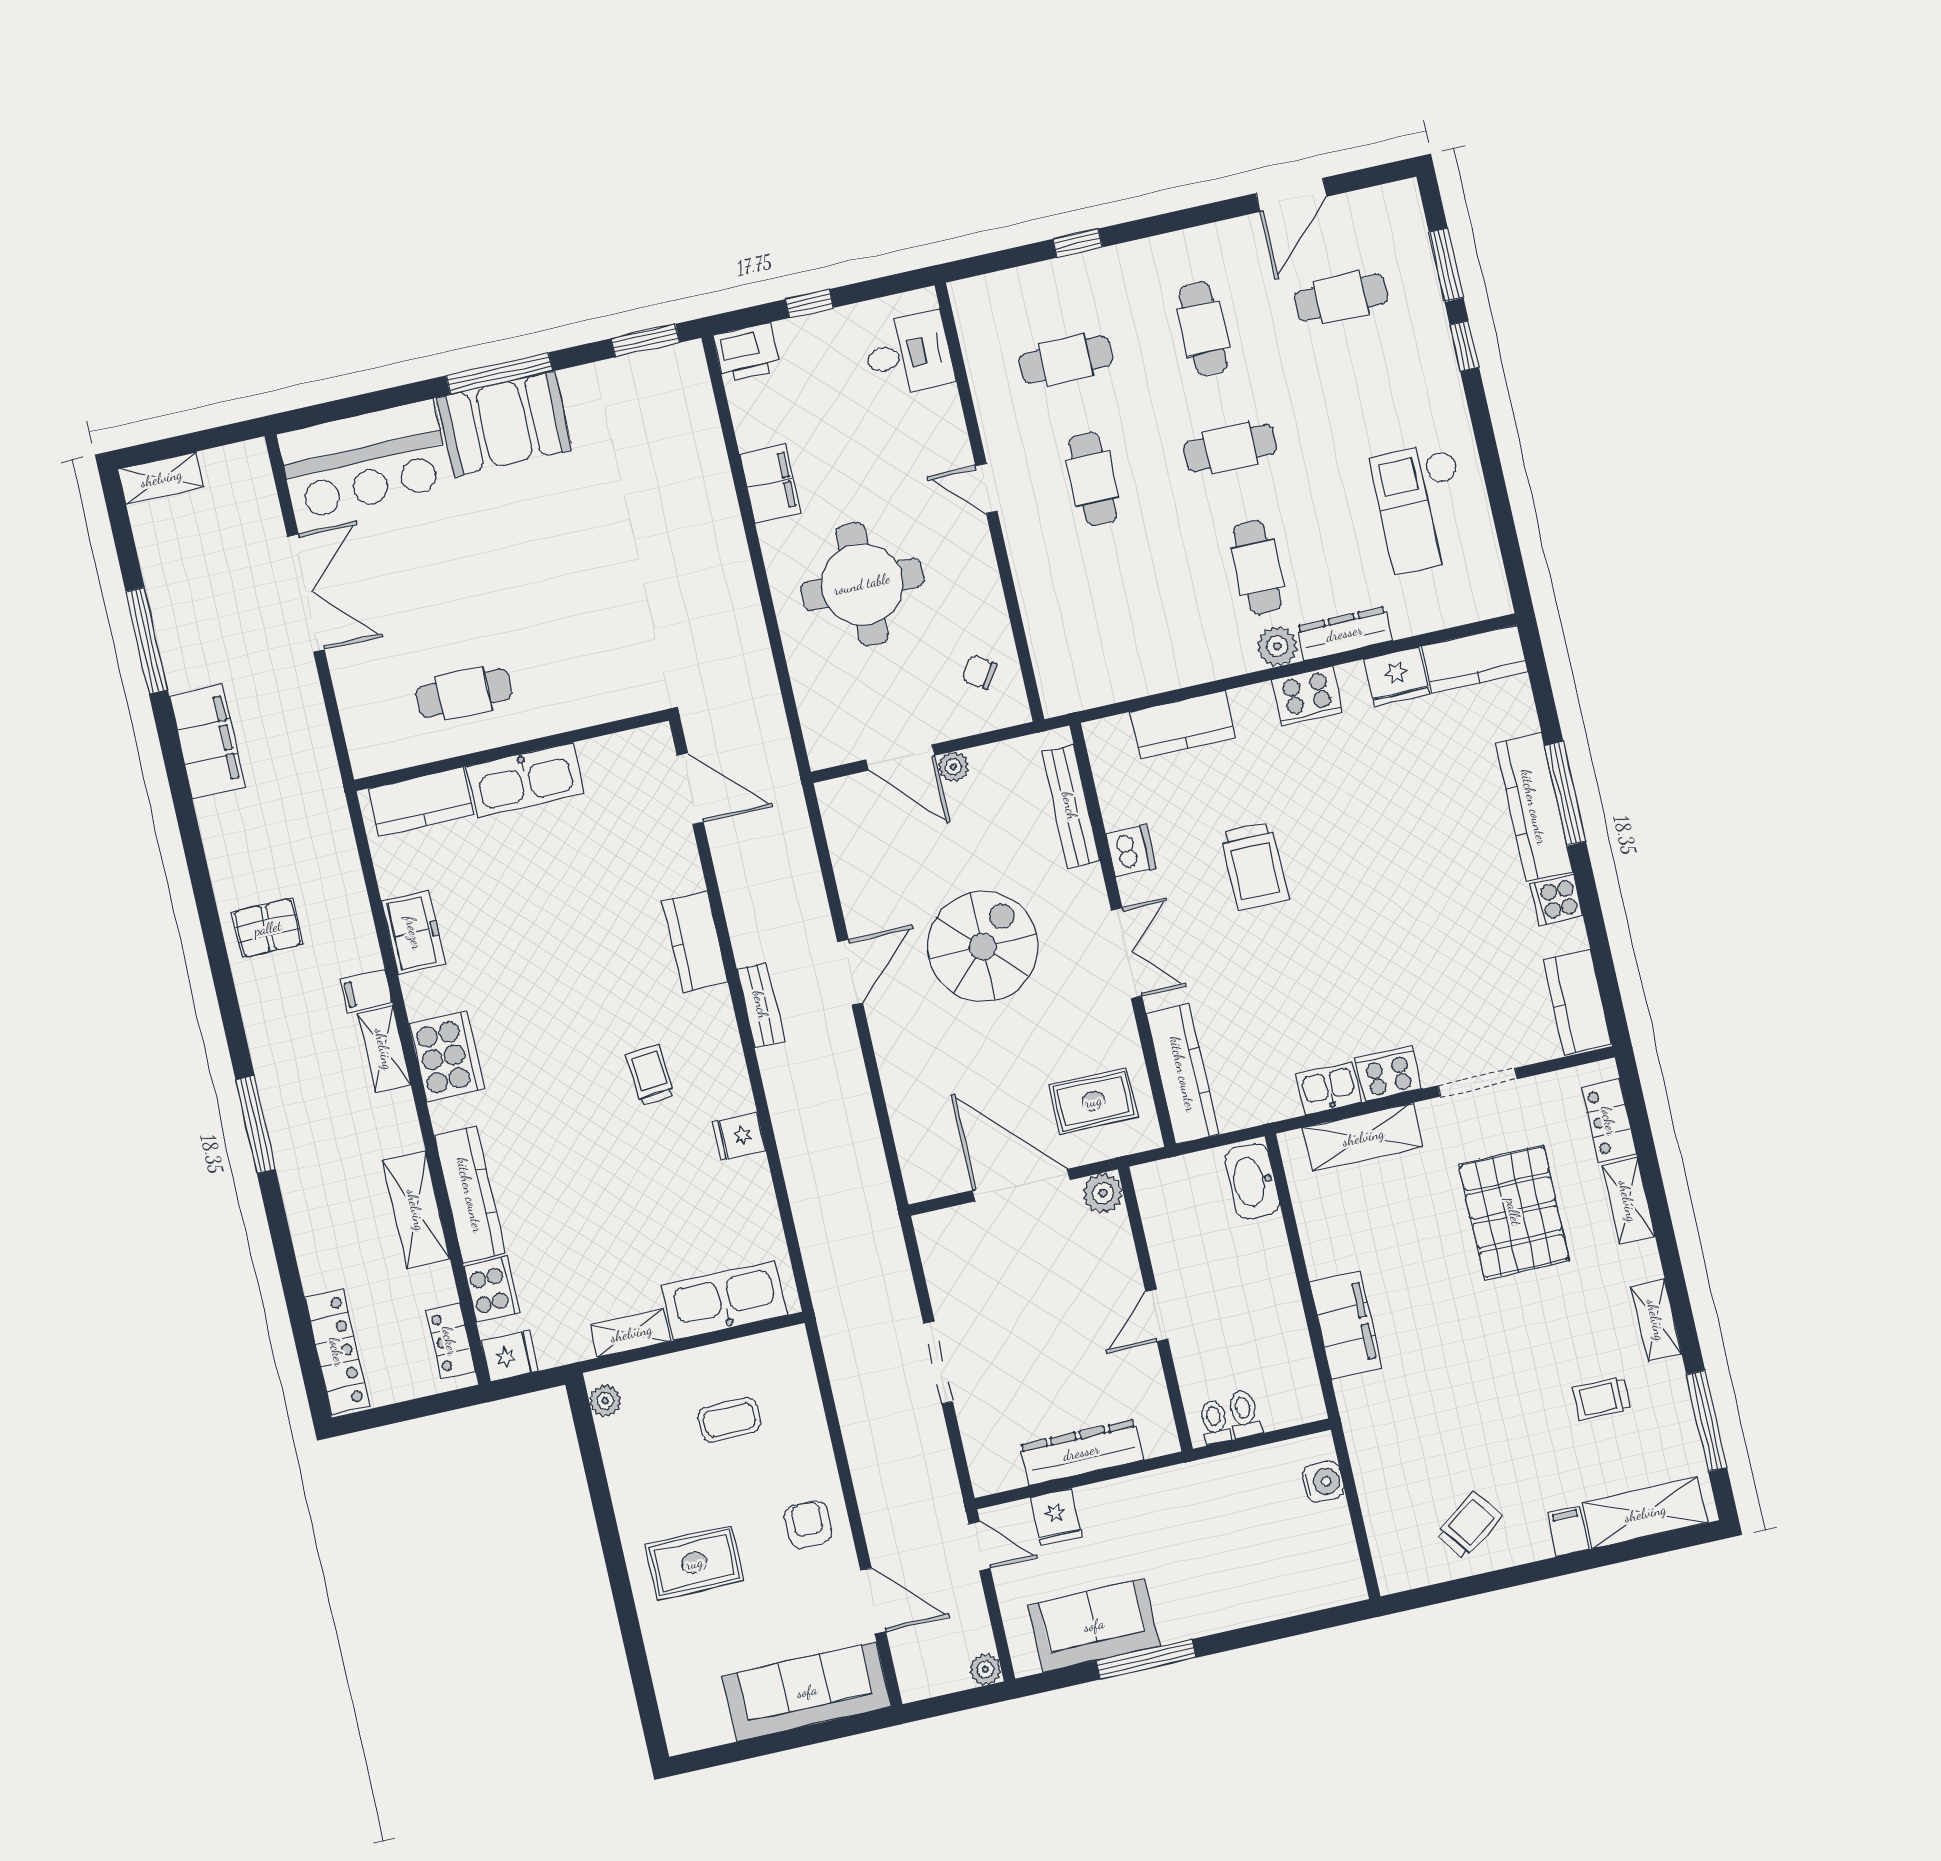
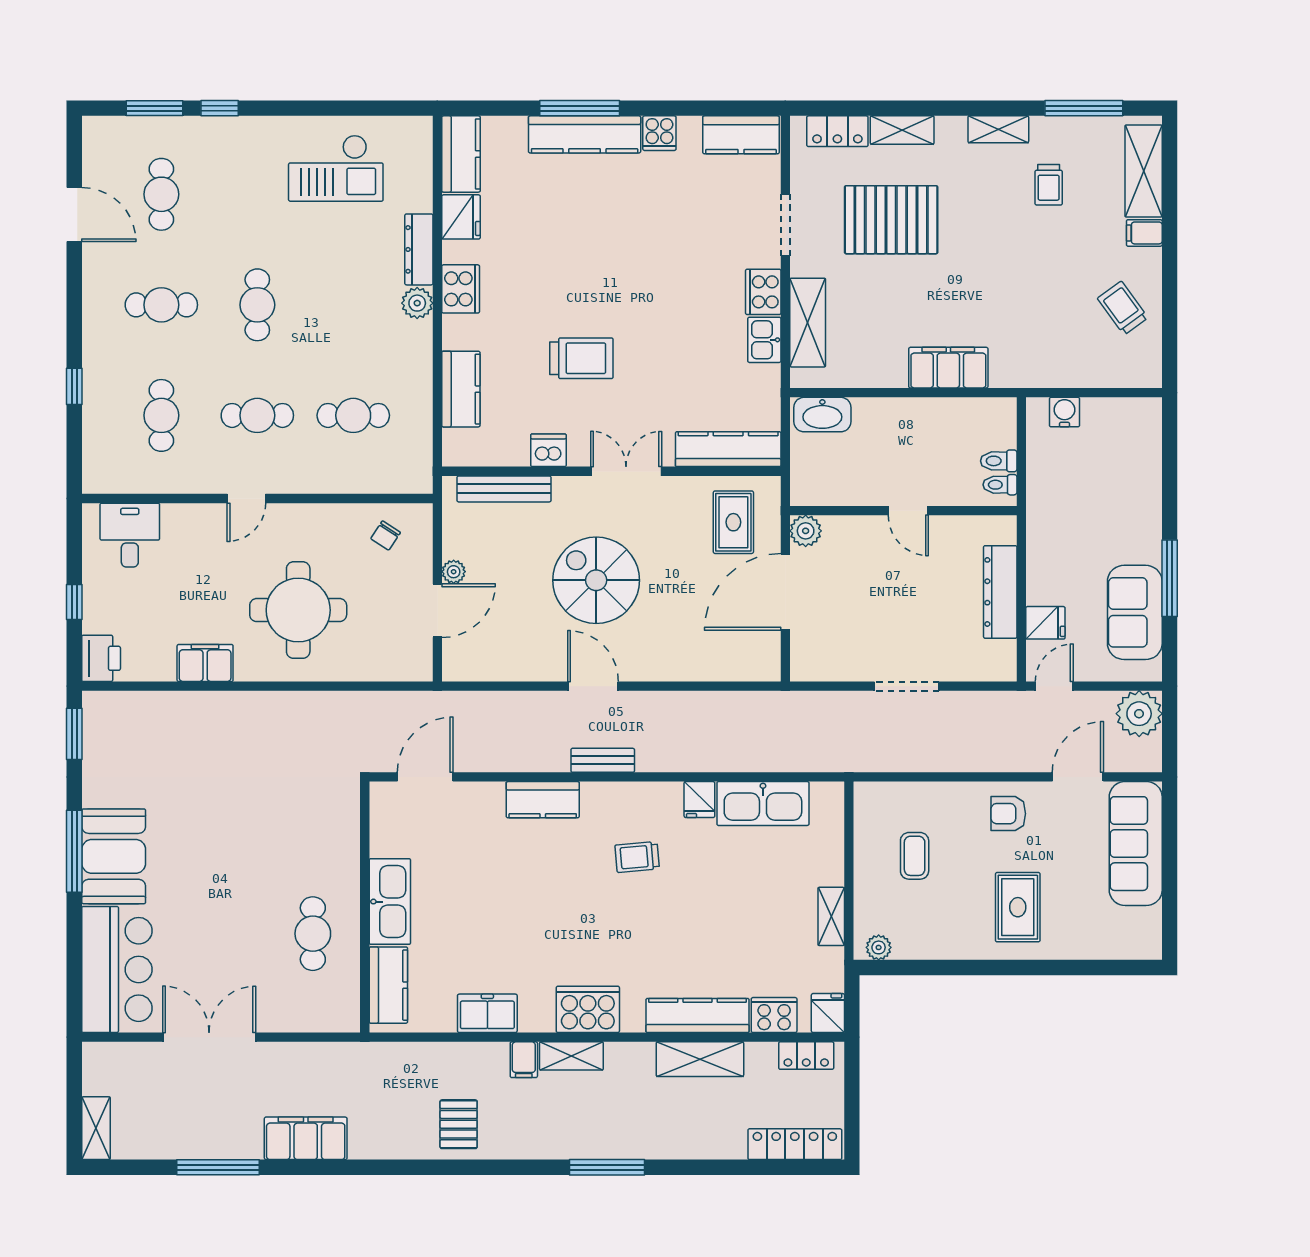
cafe table: (1257, 567) -> (353, 415), moved
kitchen sink: (725, 1300) -> (763, 803), moved, turned -90
plant: (985, 1670) -> (1139, 714), width x1.87, depth x1.87

